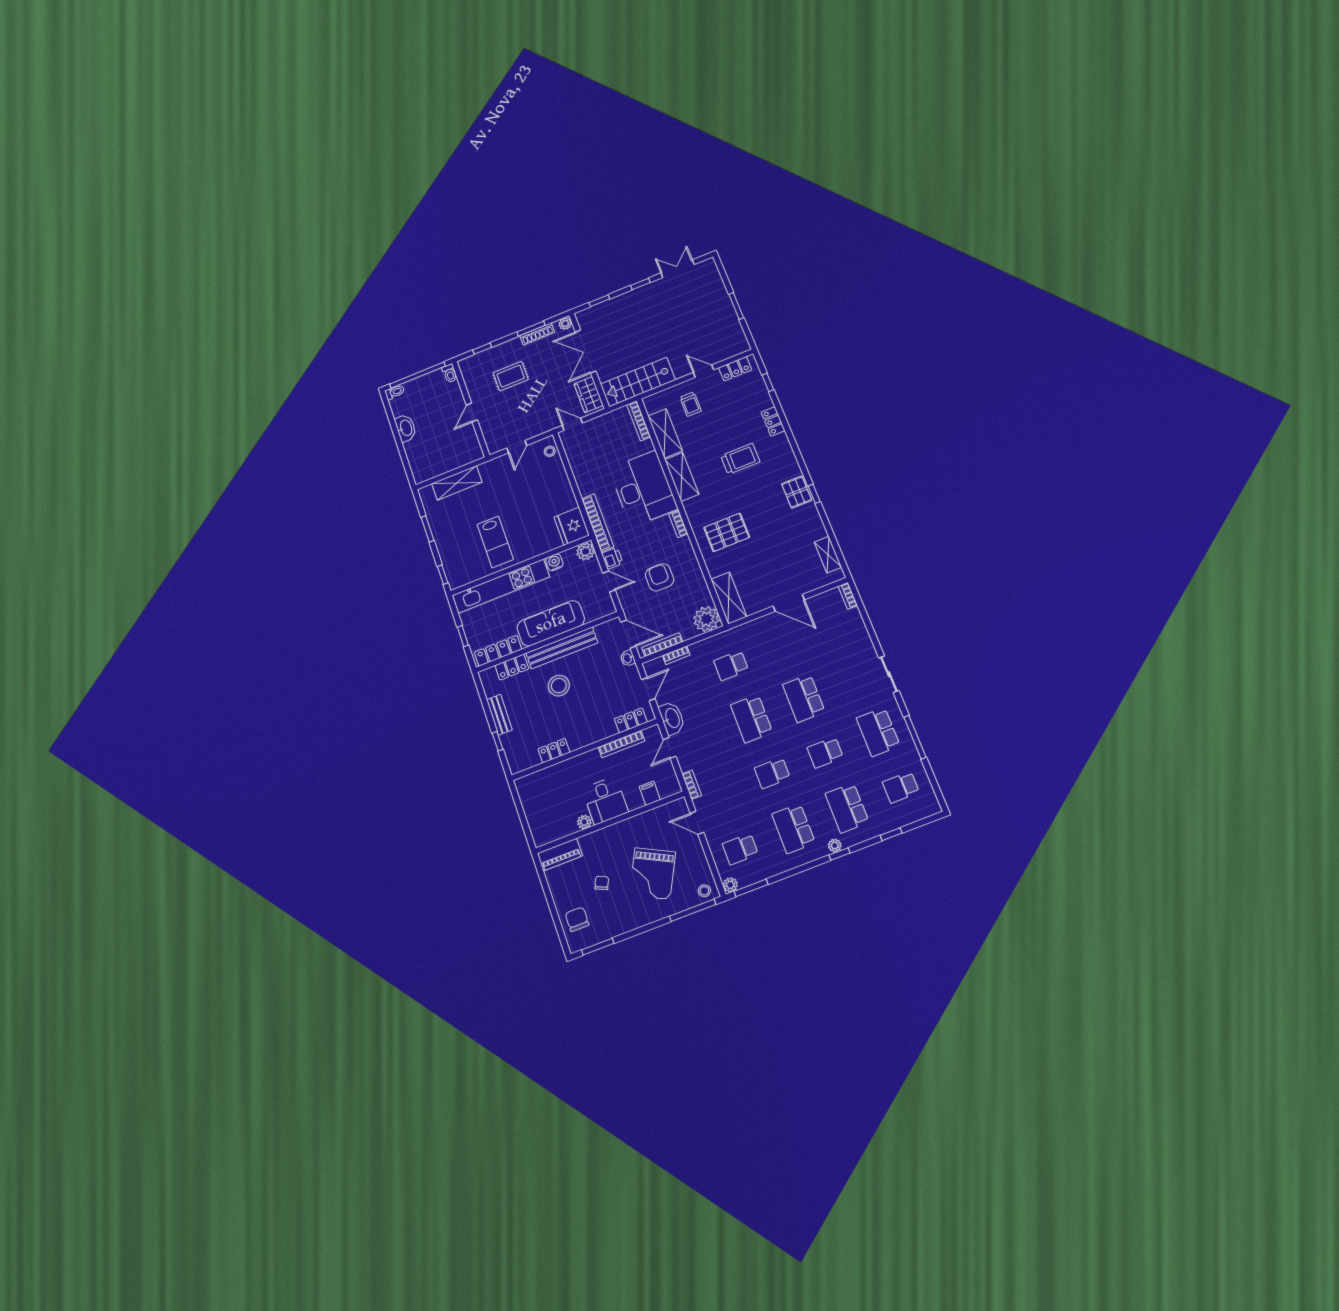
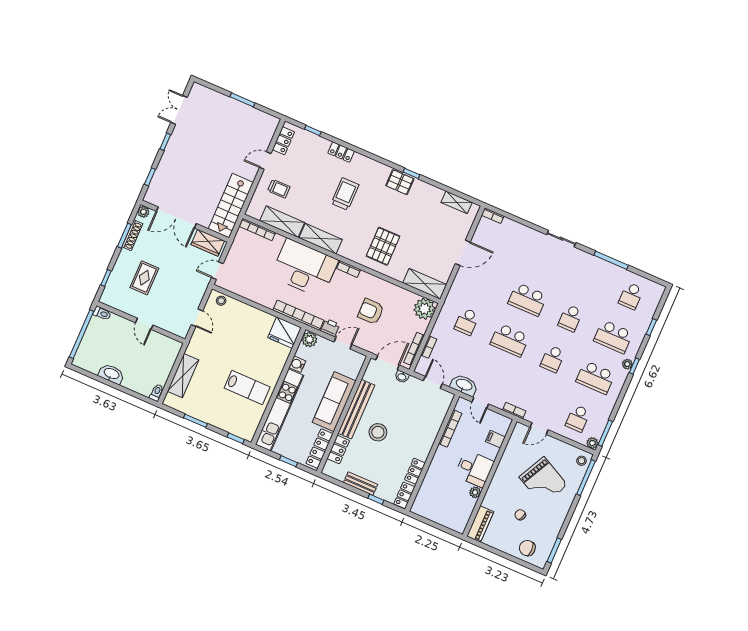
toilet: (395, 392) -> (157, 393), moved
locker: (631, 720) -> (404, 495), moved
school desk: (878, 732) -> (588, 277), removed

